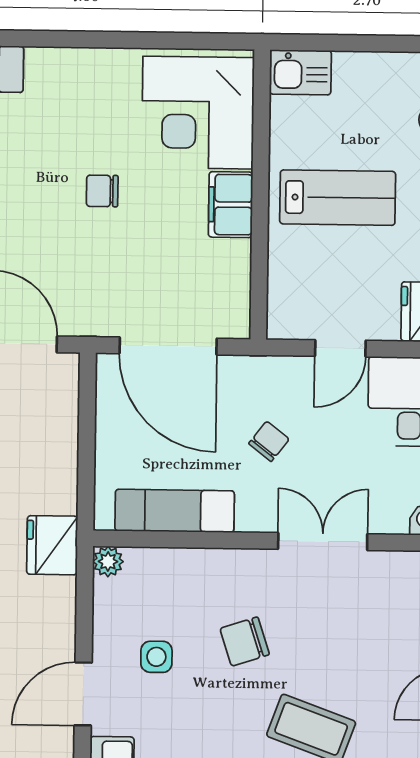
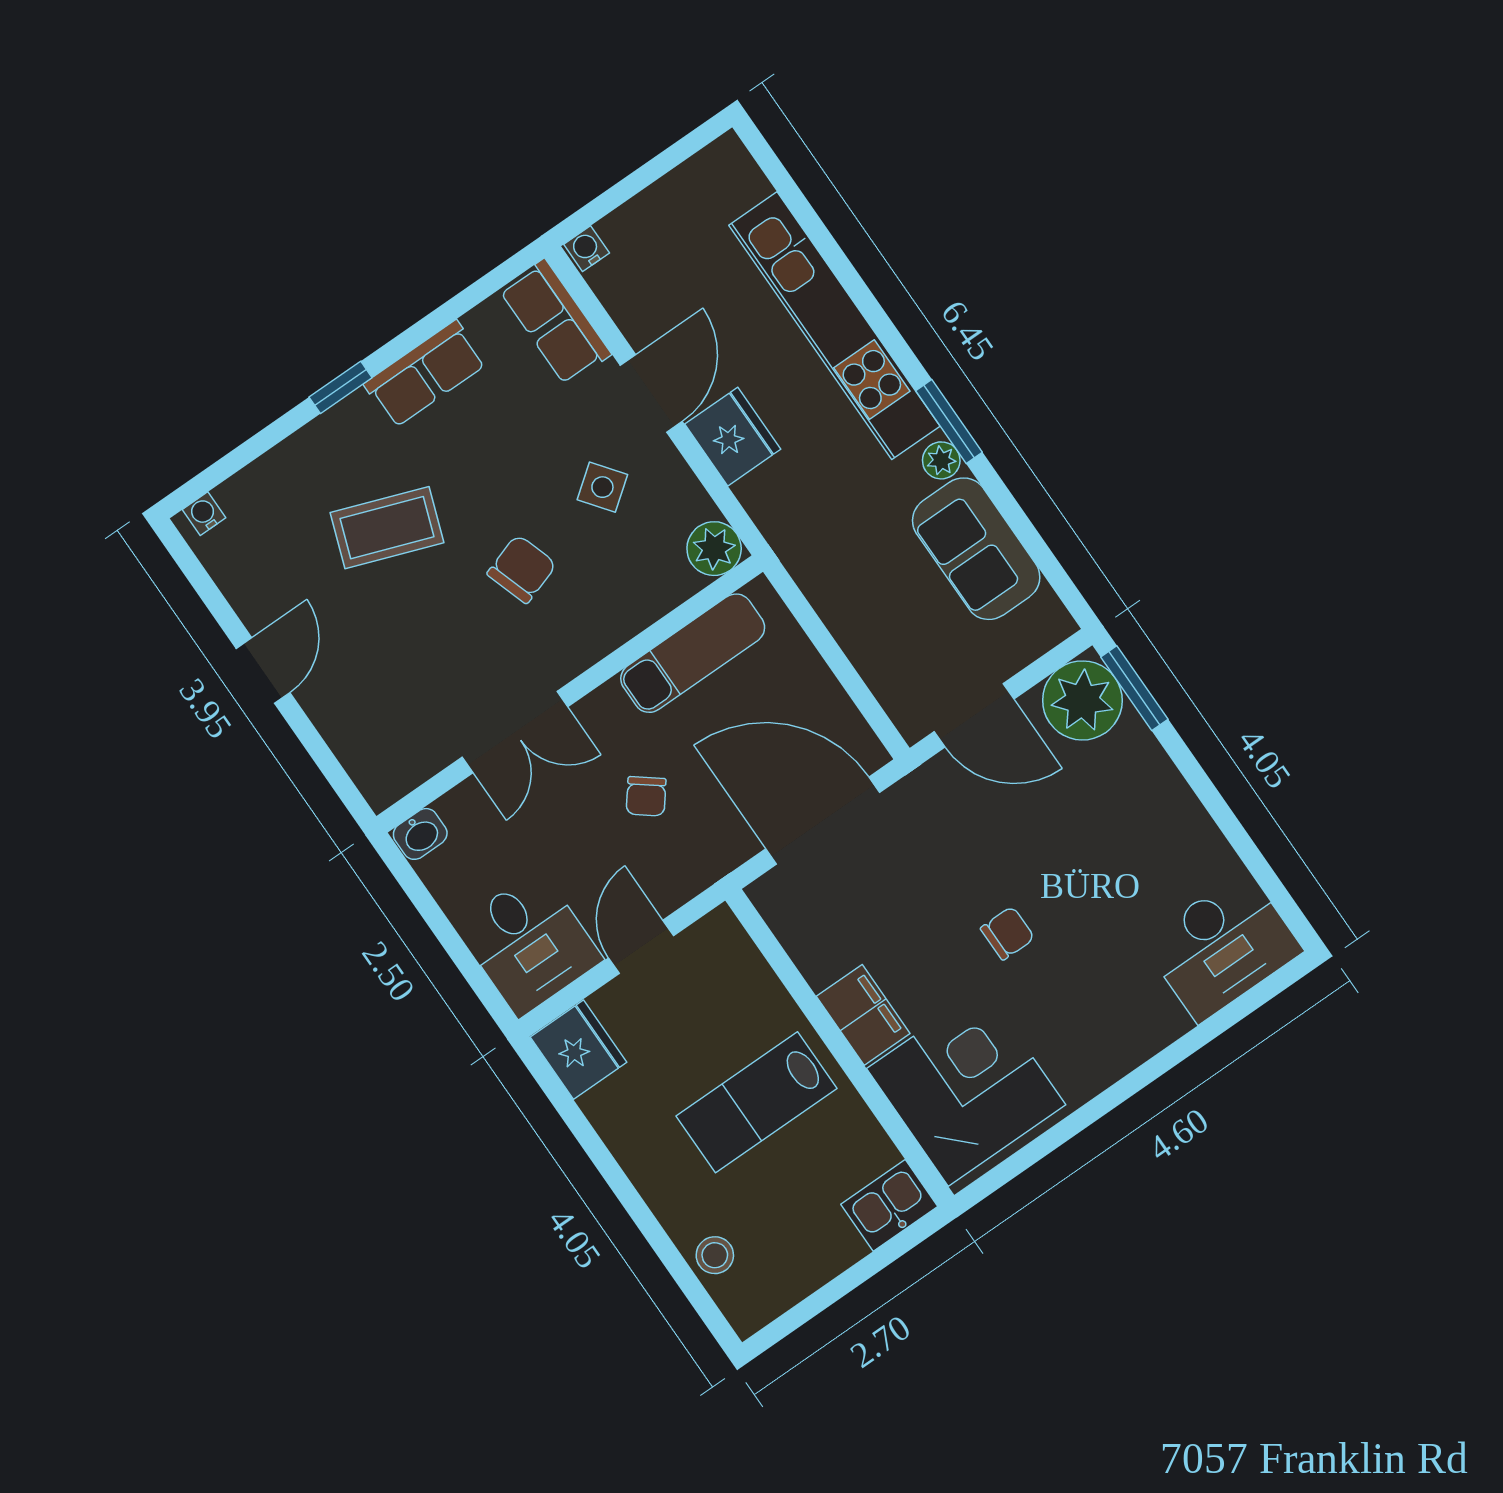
fridge: (52, 545) -> (733, 437), moved
plant: (108, 562) -> (714, 549), width x1.38, depth x1.38
side table: (156, 657) -> (602, 487), turned -37

